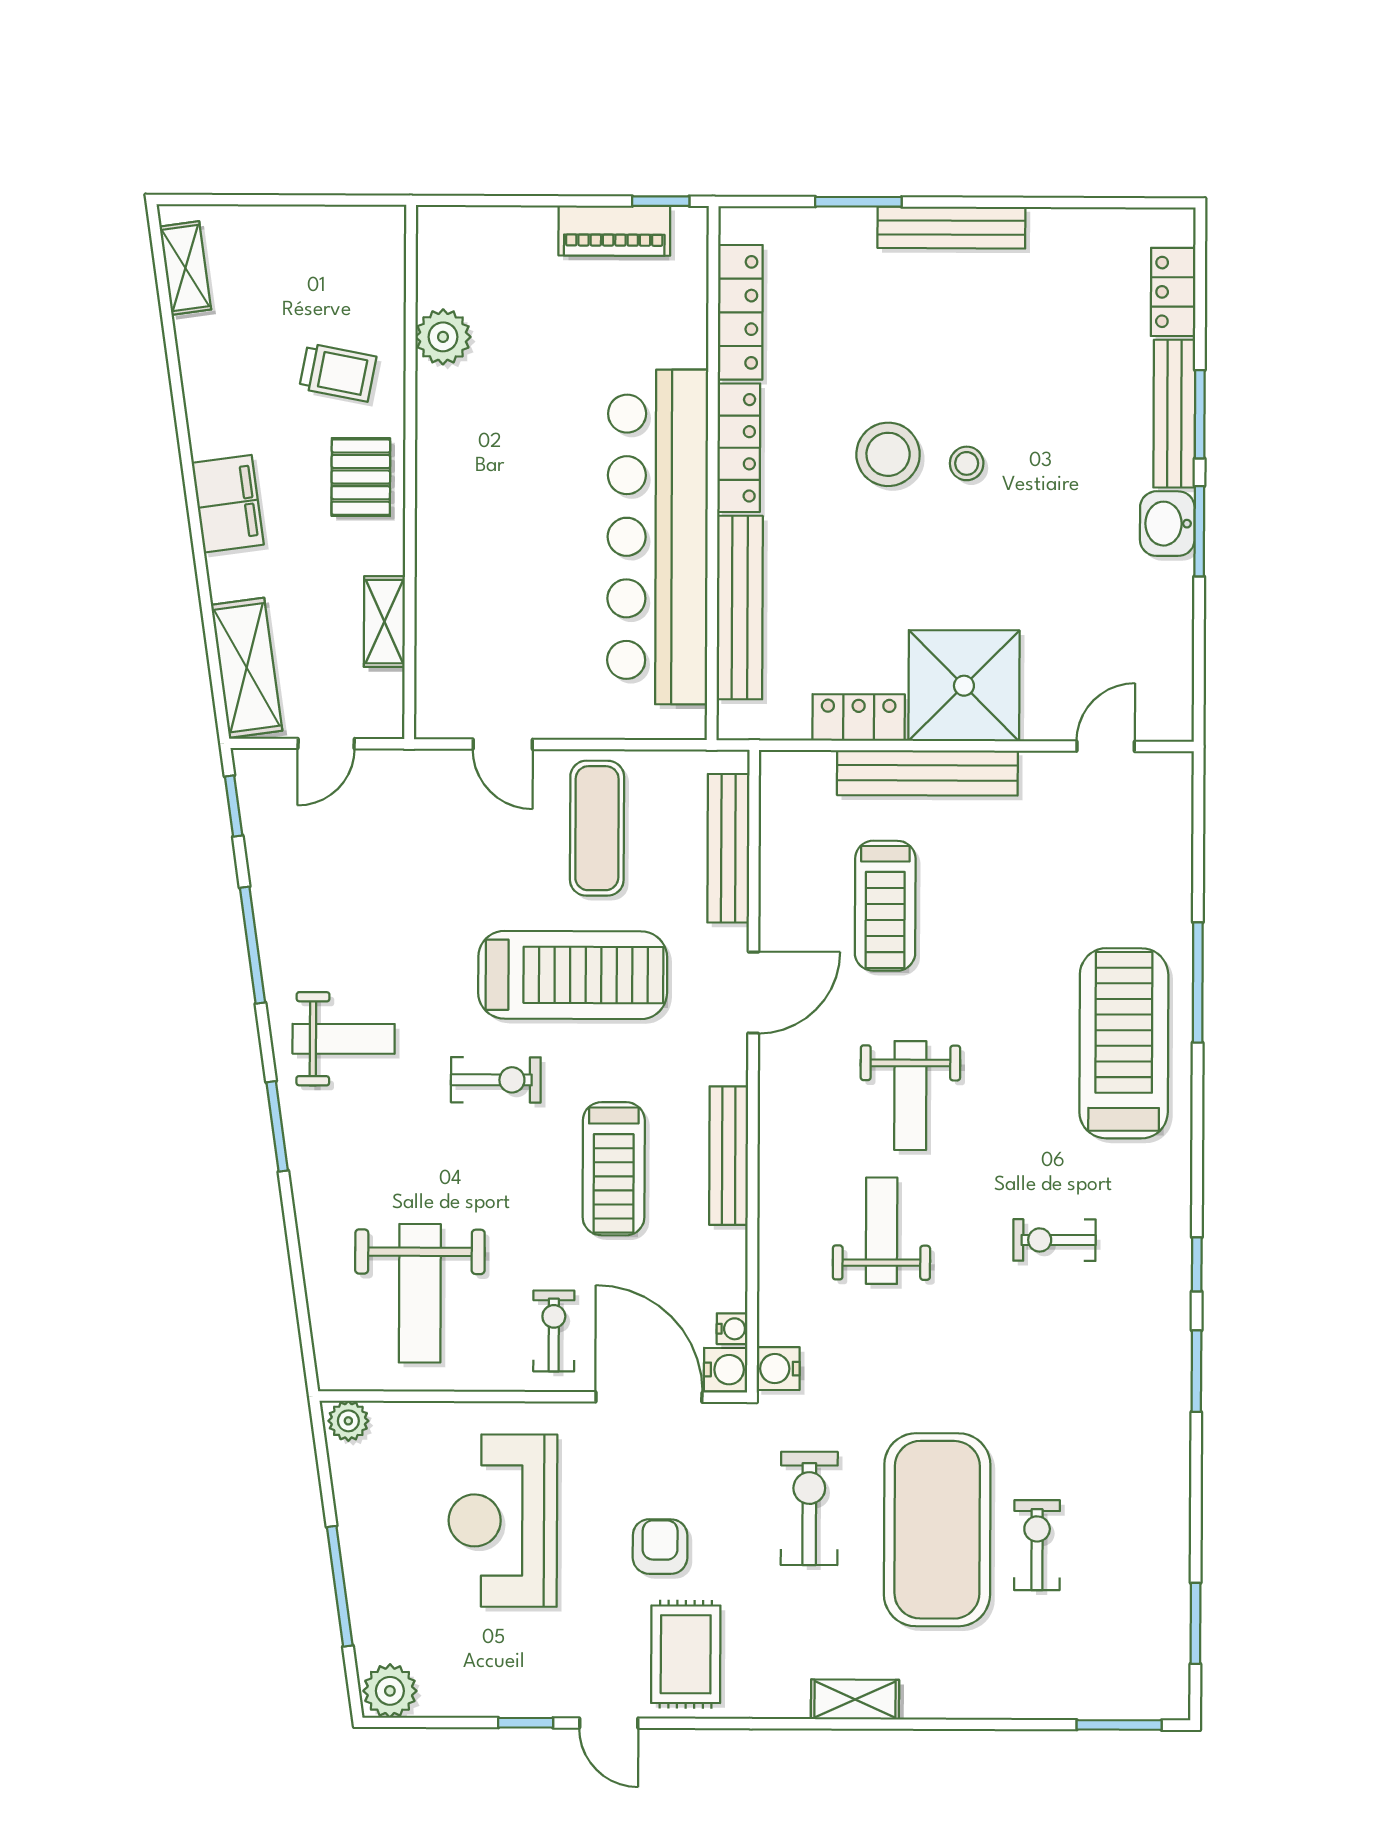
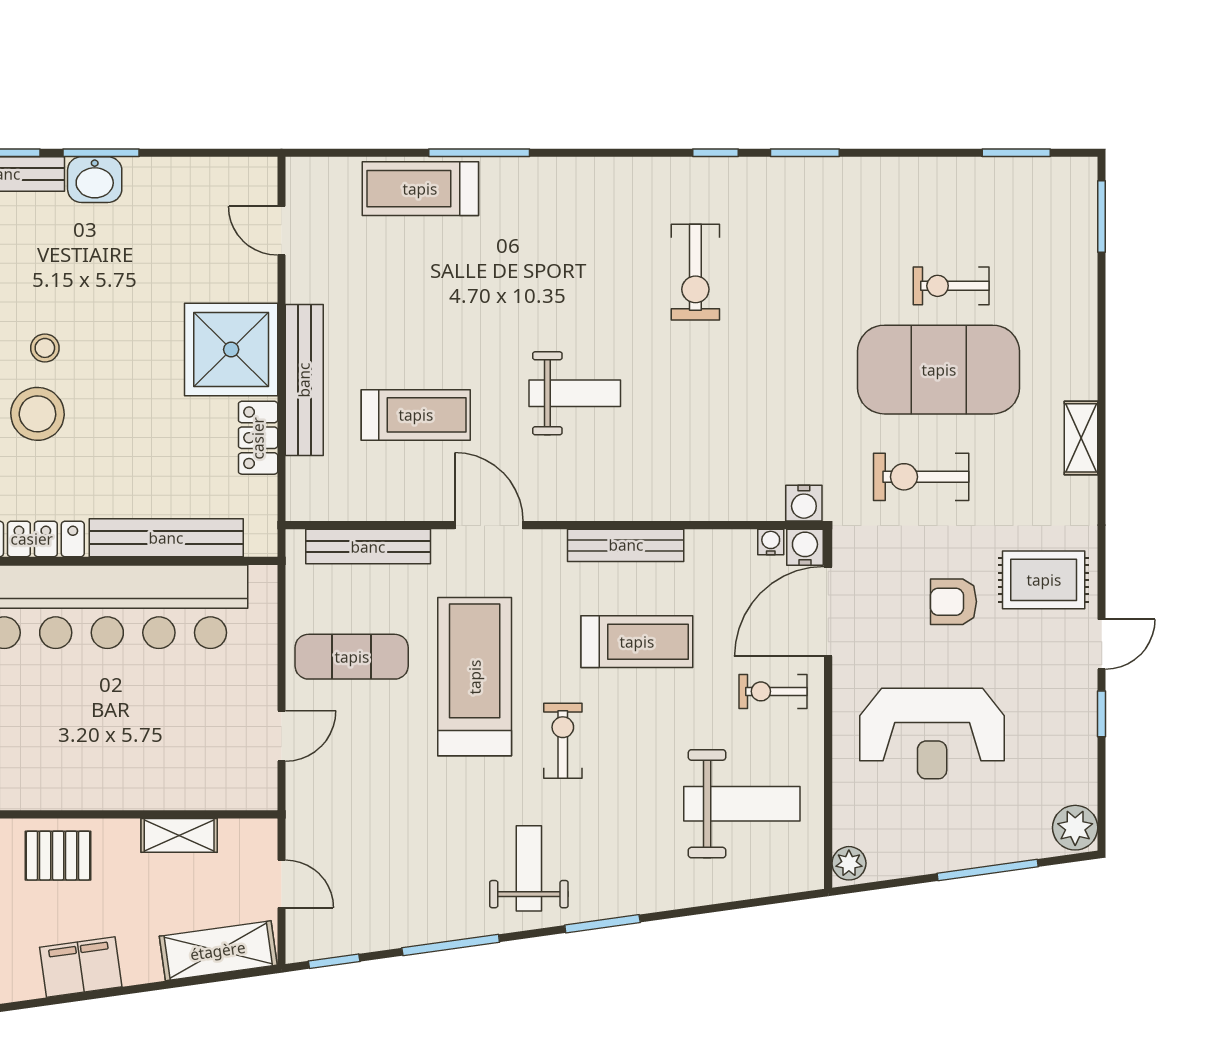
treadmill: (1124, 1043) -> (420, 189), moved, width x0.73, depth x0.73
weight bench: (882, 1231) -> (688, 417), removed
exercise bike: (1054, 1240) -> (695, 272), width x1.38, depth x1.39

